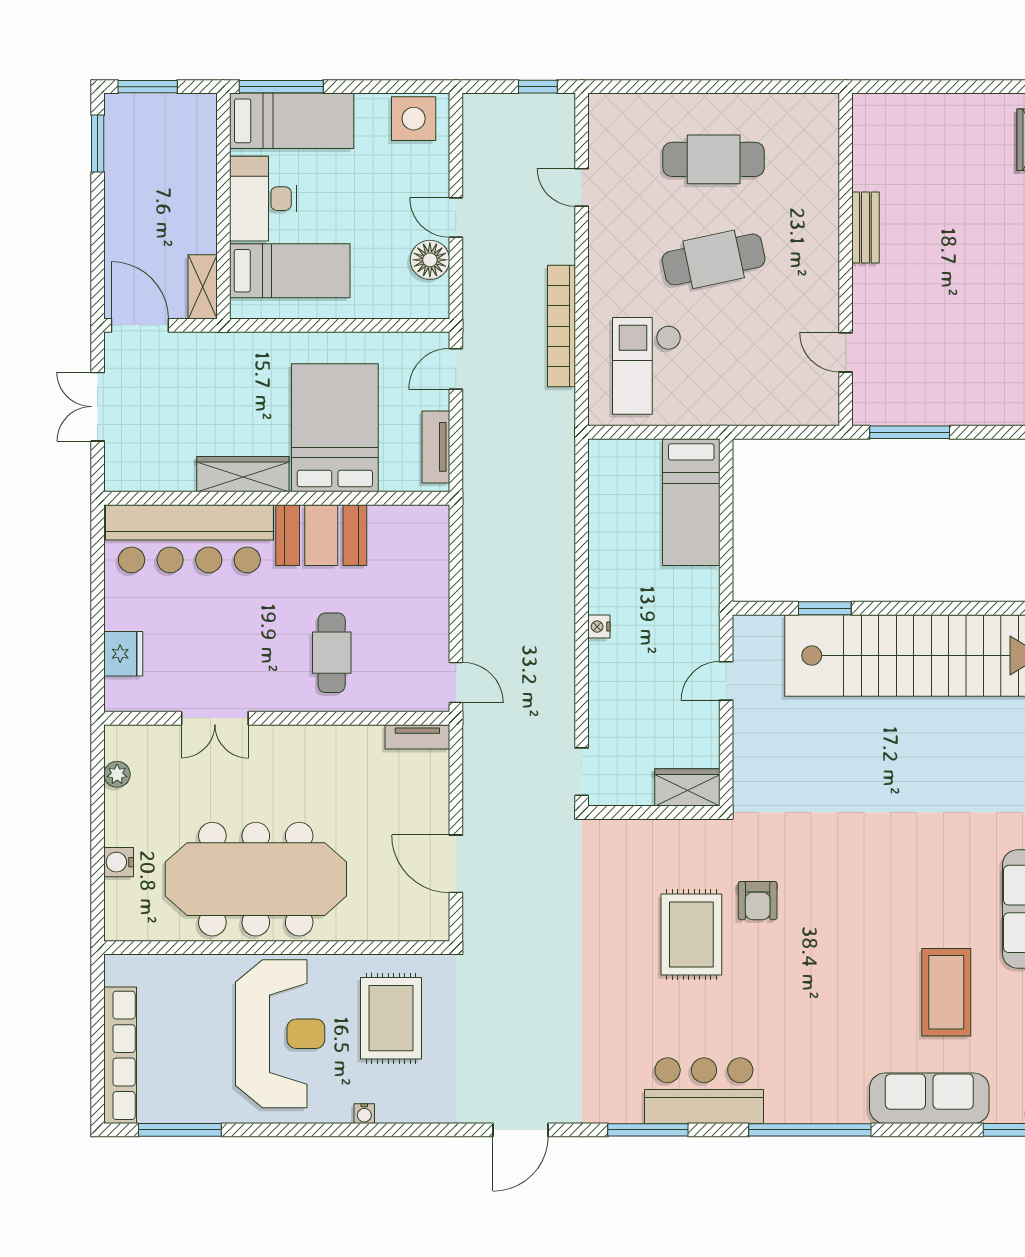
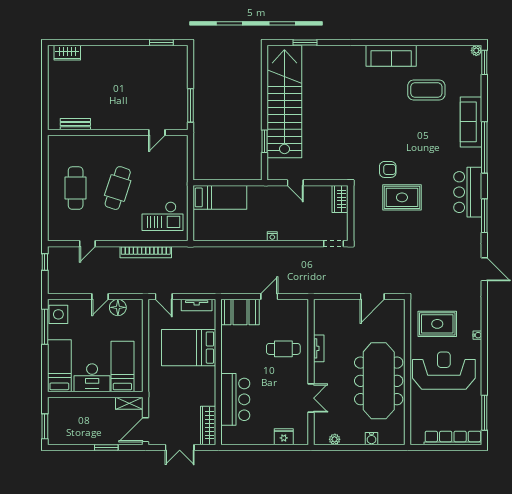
window: (281, 87) -> (45, 327), moved
window: (98, 144) -> (106, 447), moved
bench: (865, 228) -> (75, 124), moved
cafe table: (714, 259) -> (118, 188), turned 30
wardrobe: (243, 474) -> (208, 425), moved
booth: (321, 535) -> (240, 312), moved, turned 90
bar counter: (189, 539) -> (235, 399), width x0.73
door: (456, 683) -> (269, 297), moved
tv unit: (417, 737) -> (319, 348), moved
sofa: (929, 1098) -> (471, 122), moved

